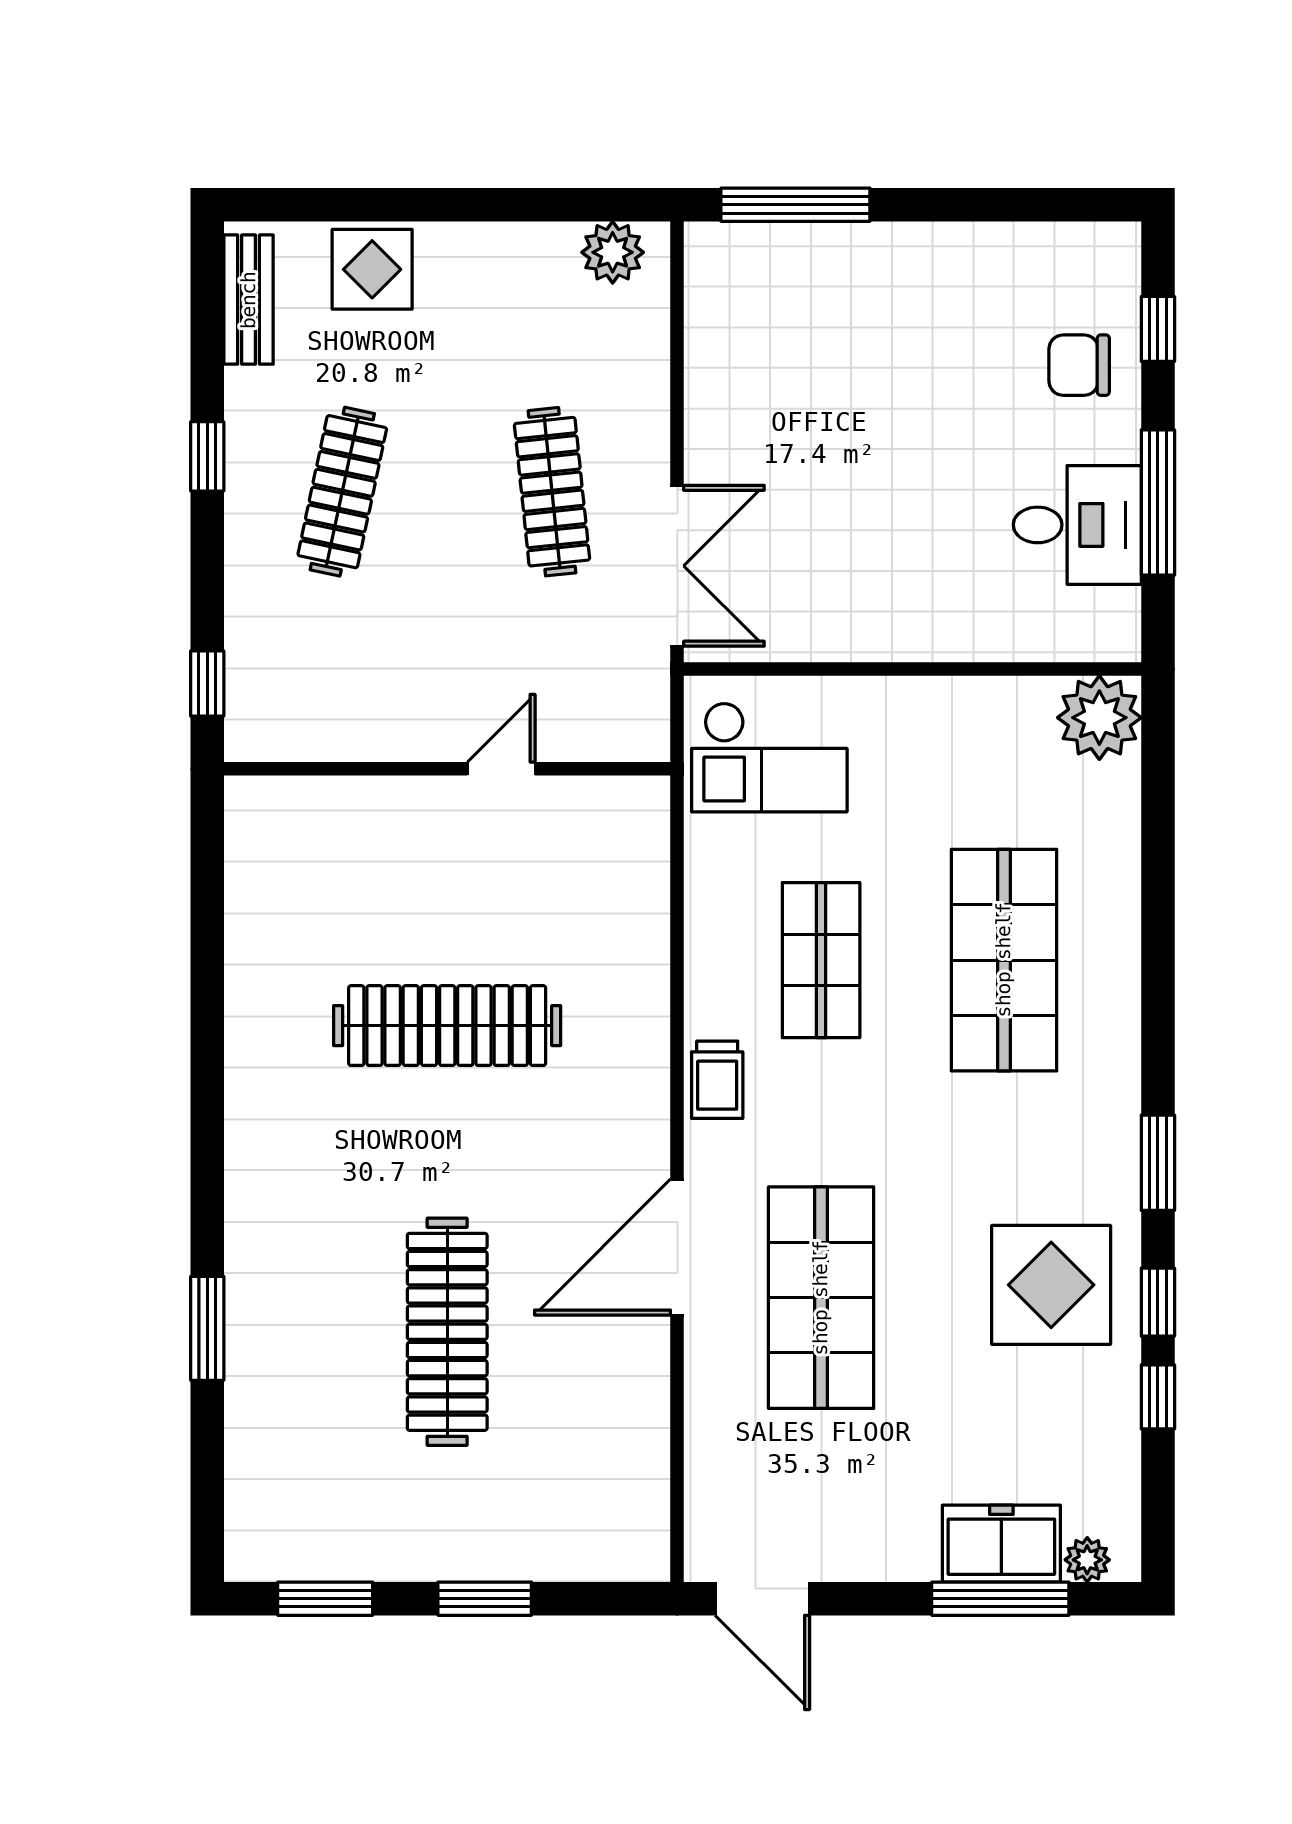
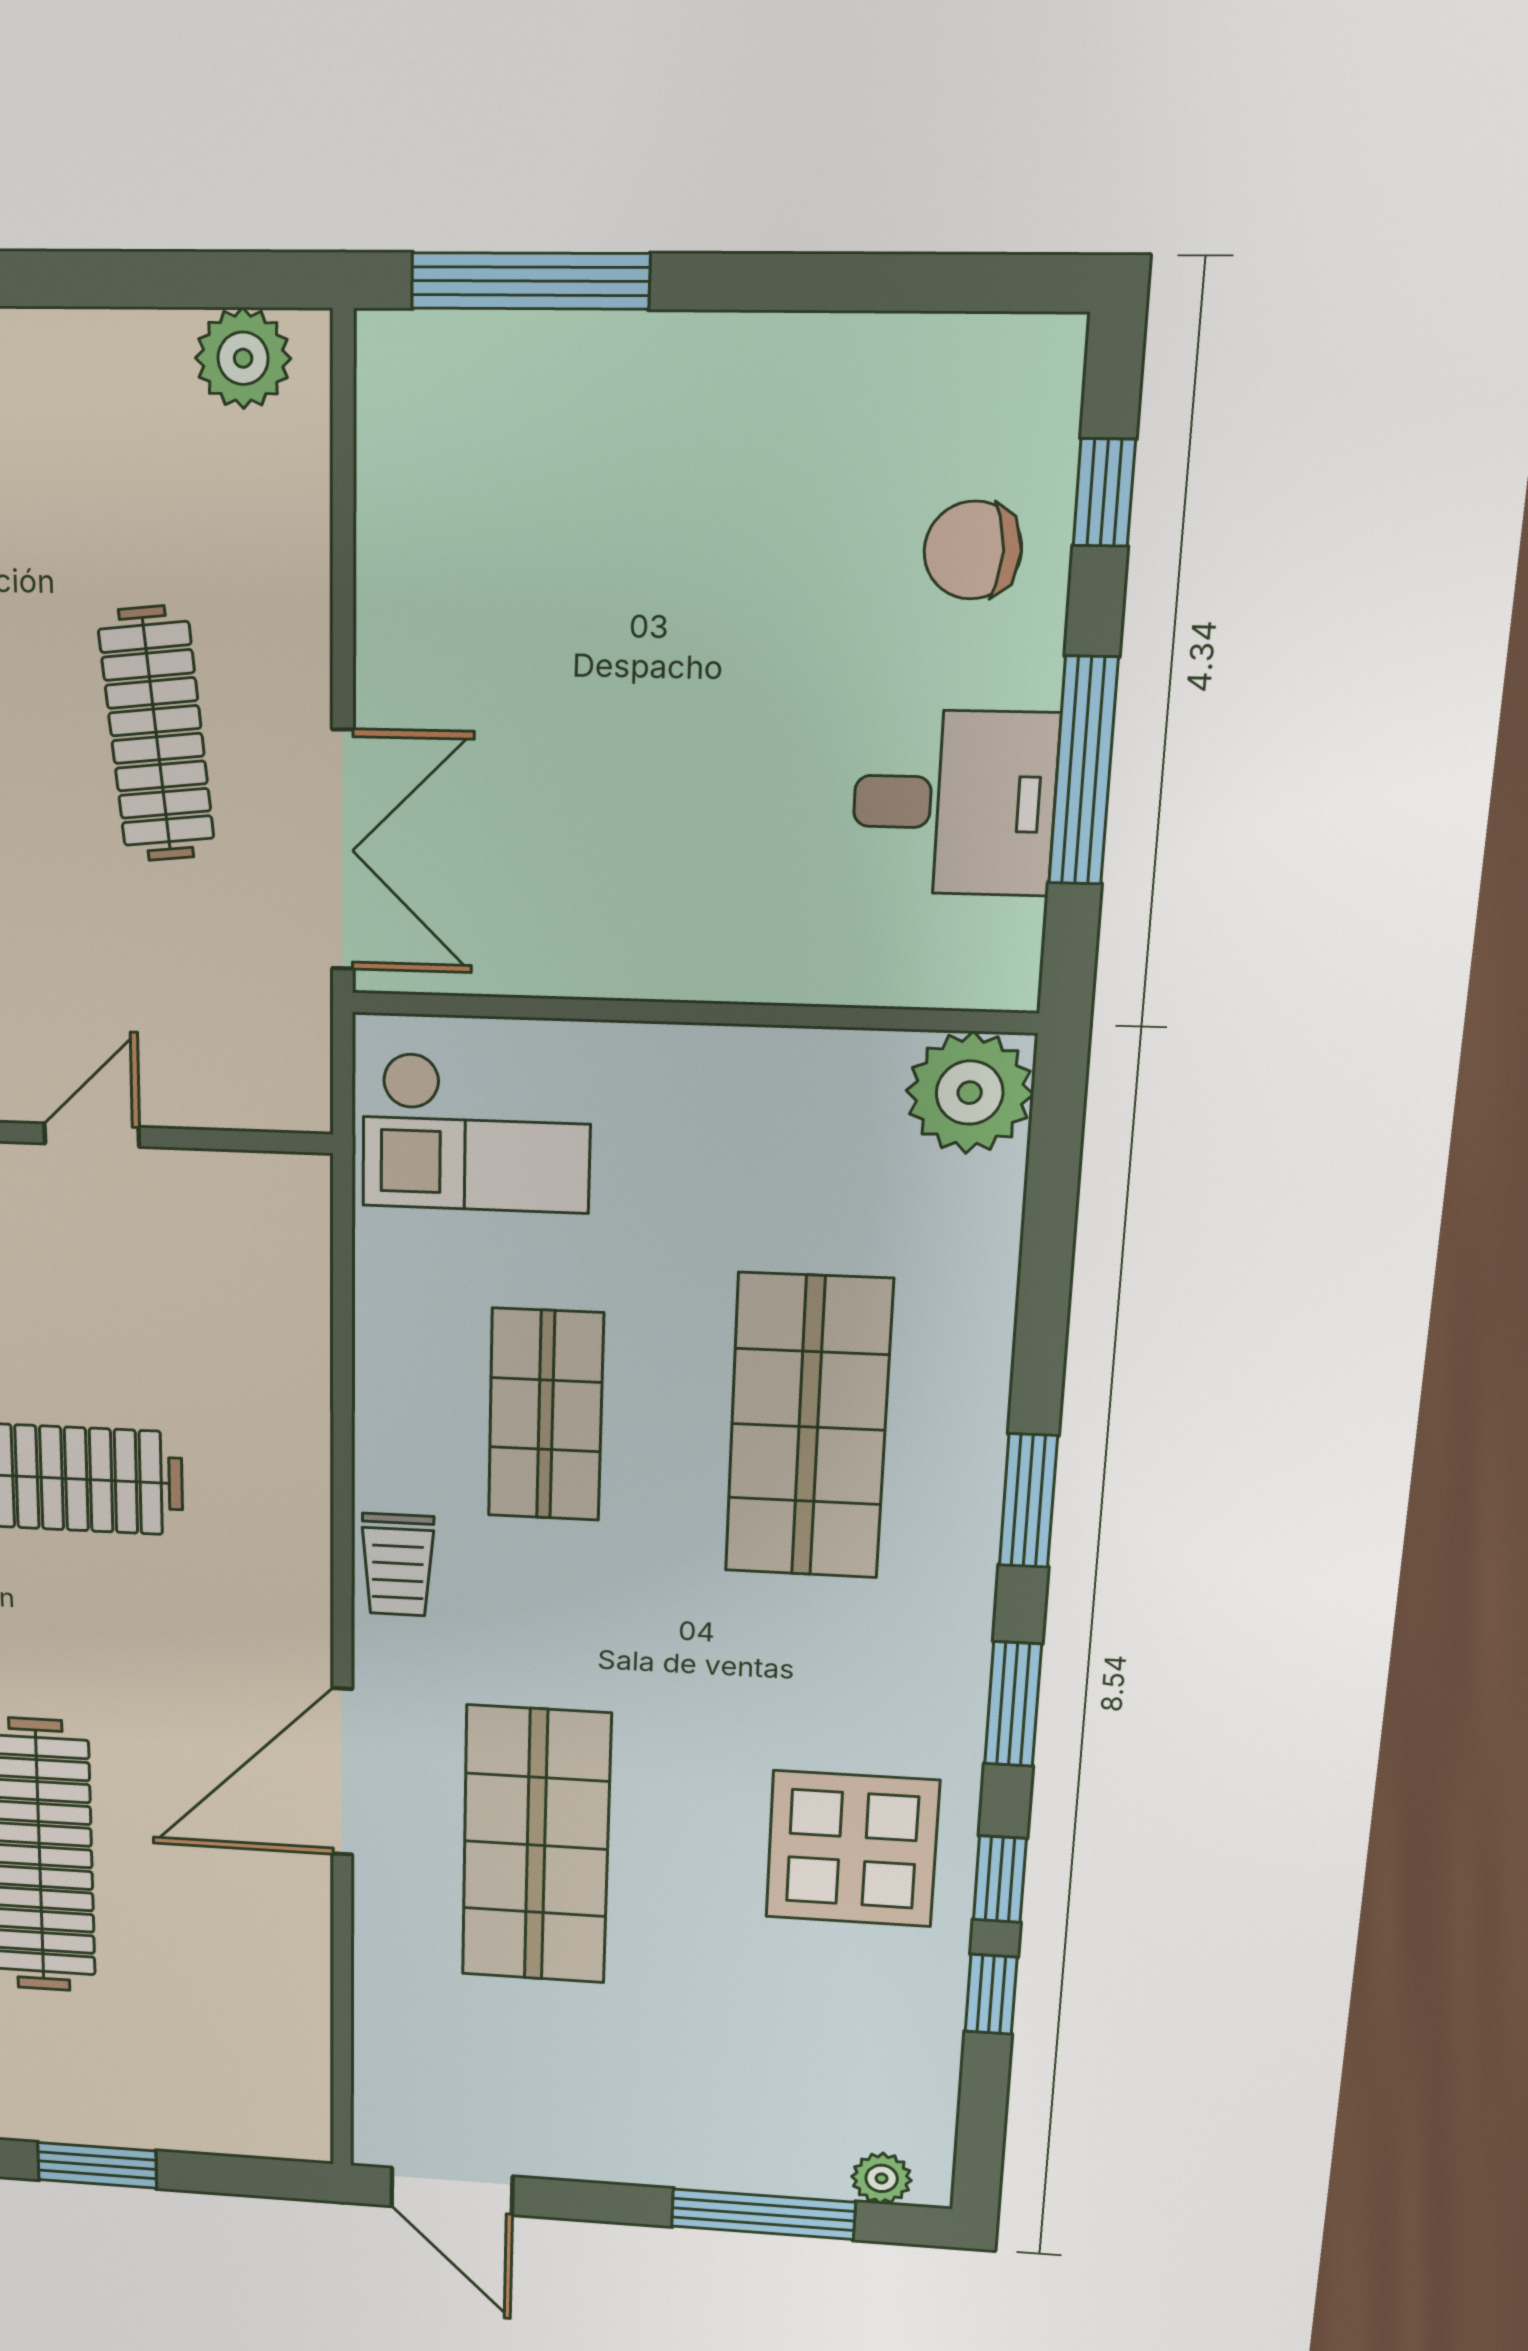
window: (1158, 1007) -> (1028, 1501), added
freezer: (1001, 1544) -> (768, 2152), removed

